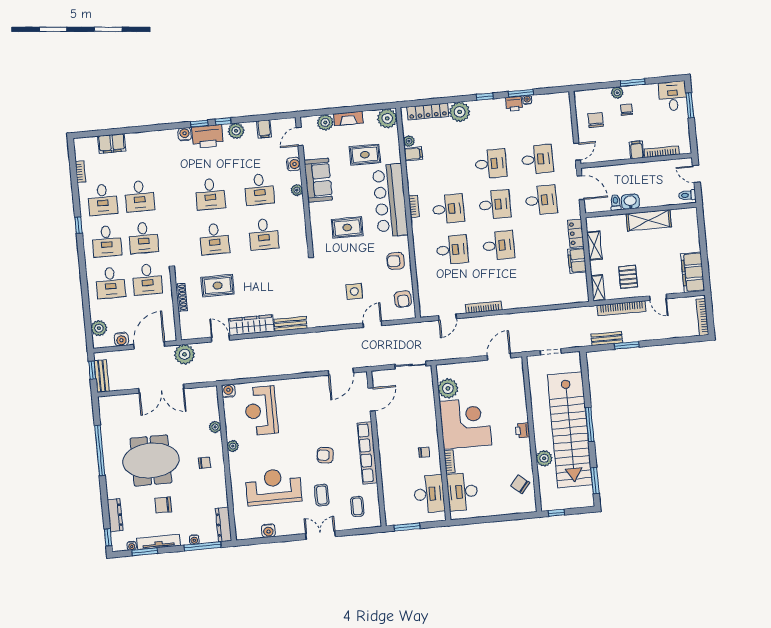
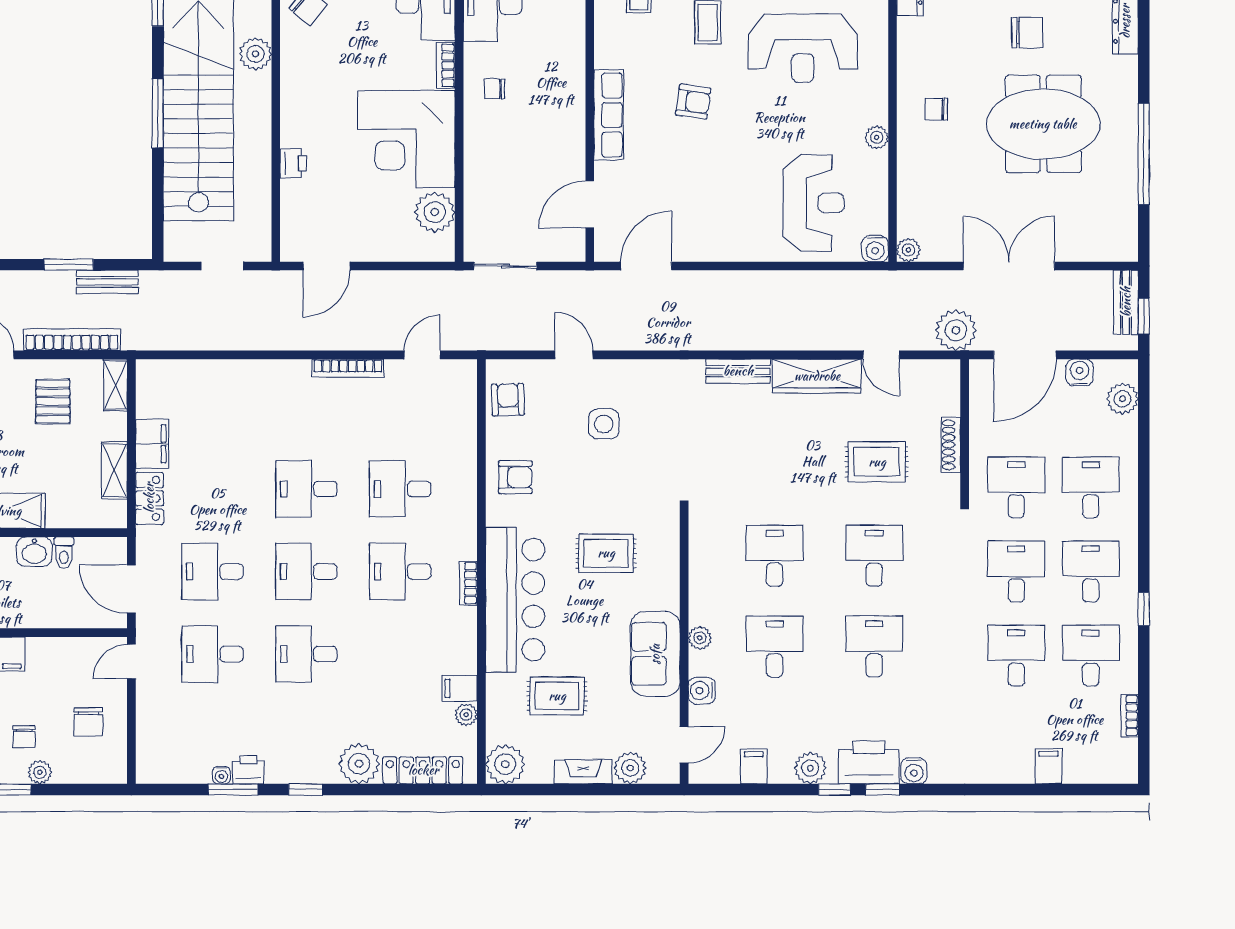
filing cabinet: (112, 144) -> (1049, 766), width x0.50
door: (372, 324) -> (574, 355), swing flipped
plant: (215, 427) -> (908, 250), moved
printer: (523, 430) -> (293, 163), moved
row of seats: (367, 453) -> (608, 115), width x0.73

